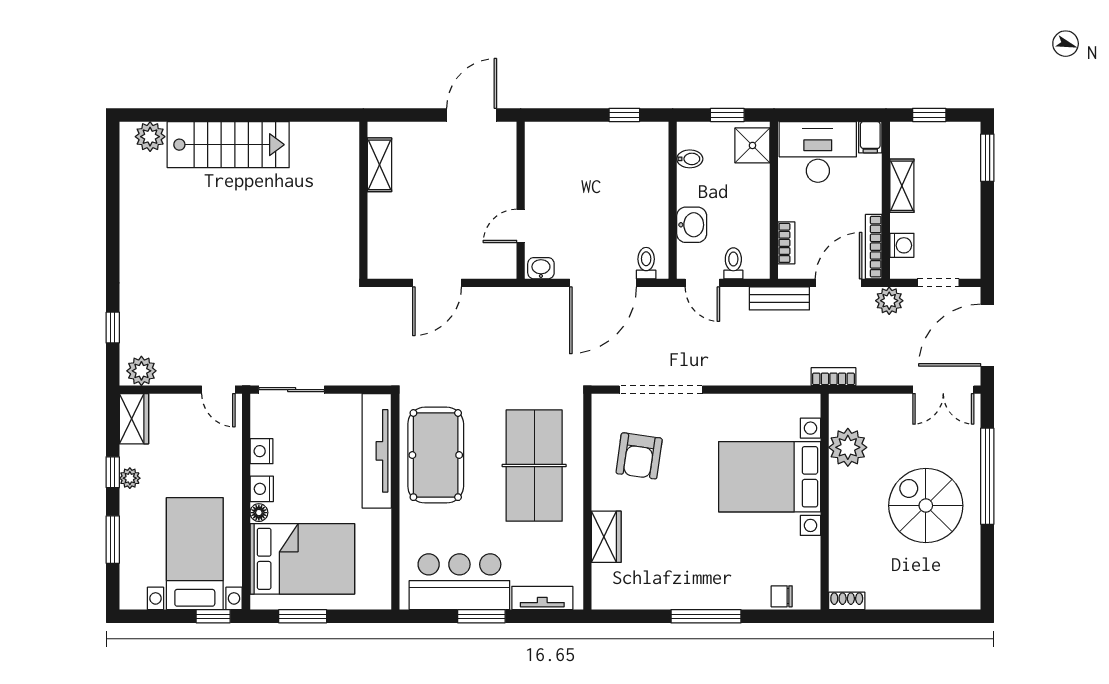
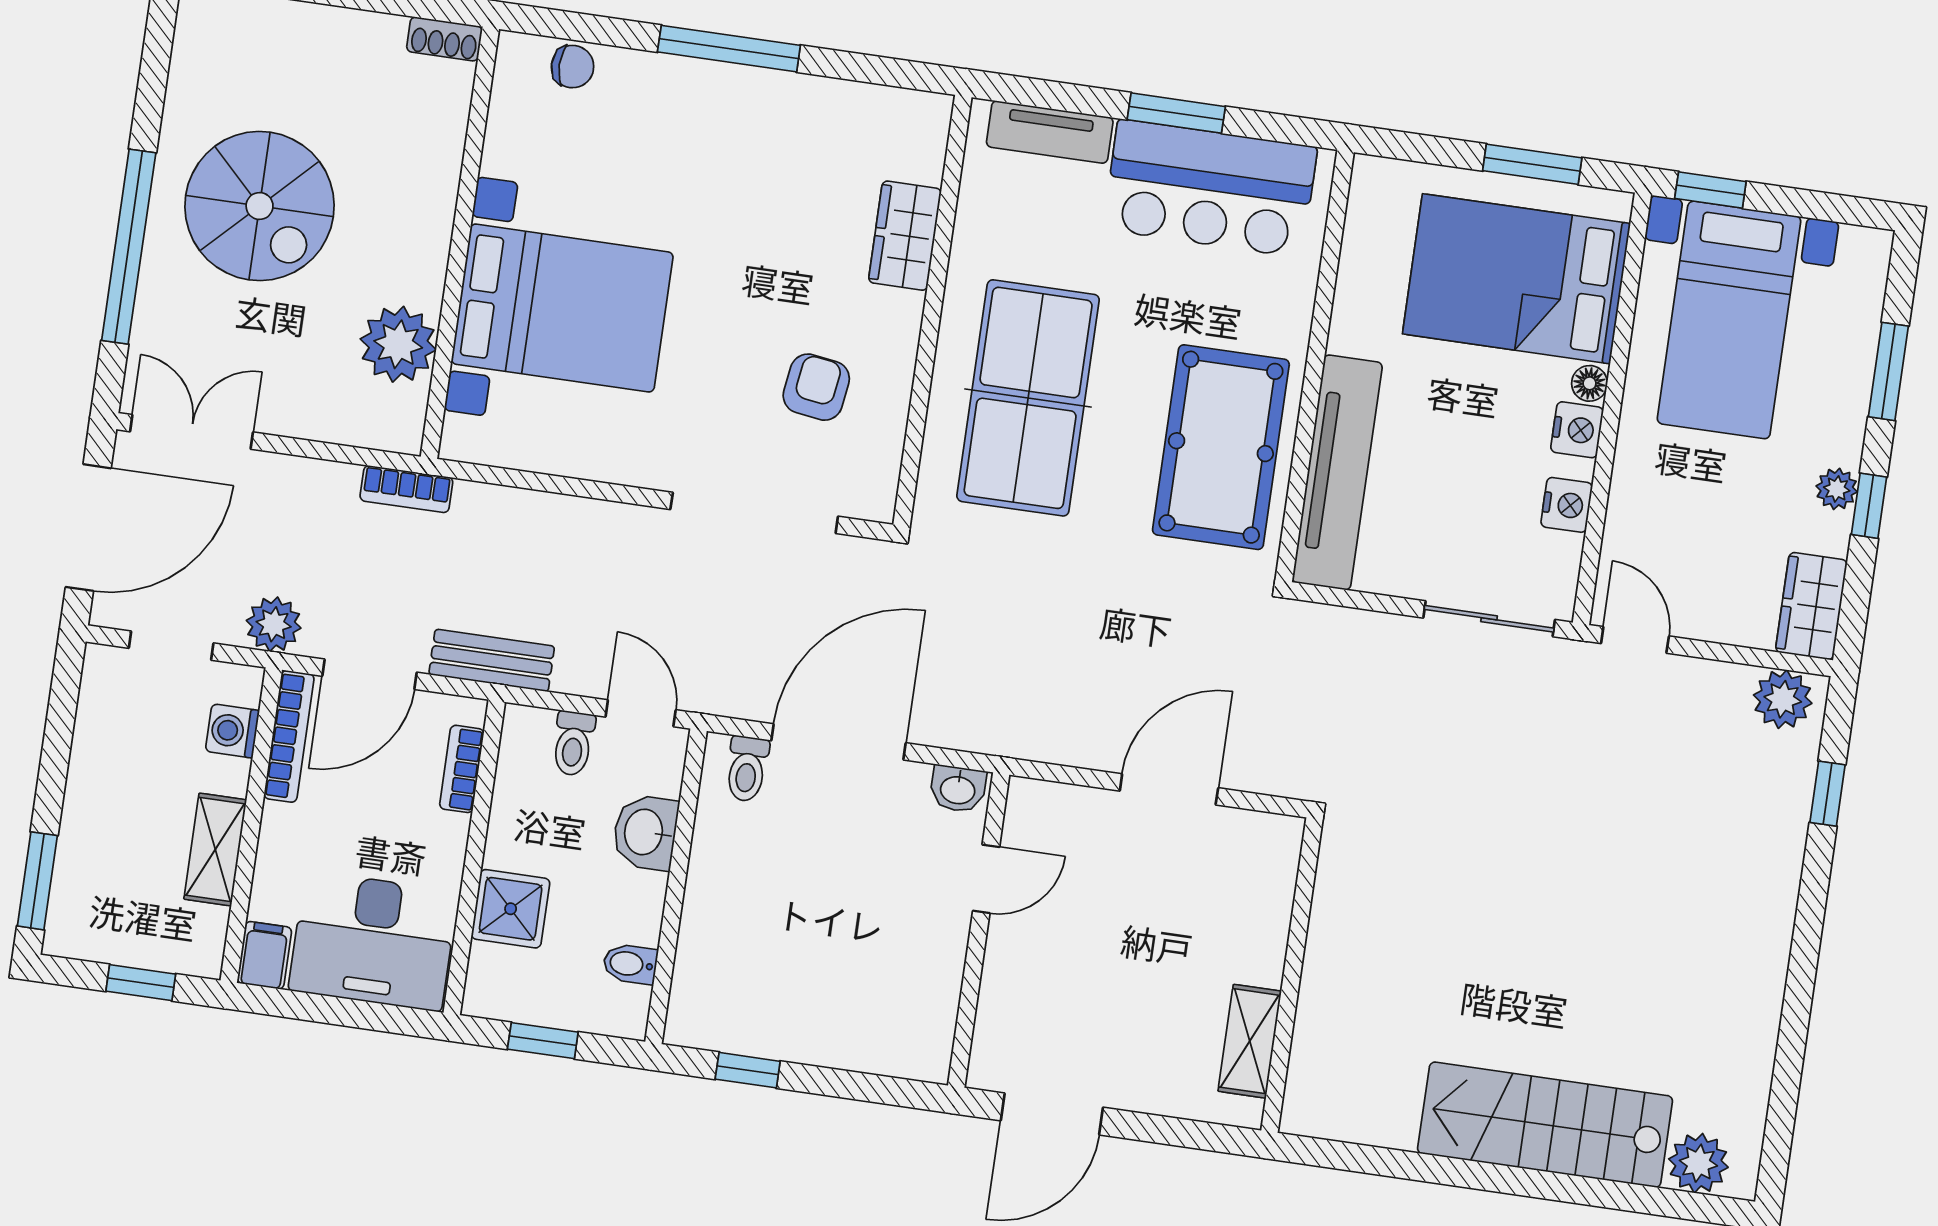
shower: (752, 145) -> (511, 909), moved
armchair: (639, 456) -> (816, 387), width x0.72, depth x0.72

